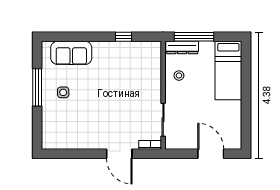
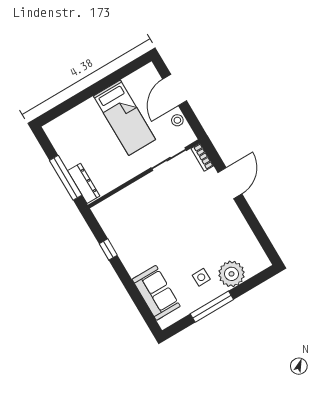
bed: (228, 70) -> (124, 118), moved, turned 90
stool: (179, 76) -> (177, 120), moved
plant: (53, 116) -> (231, 274), added

